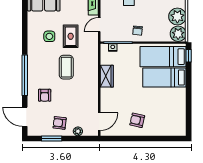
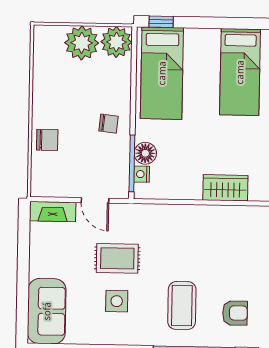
floor lamp: (123, 49) -> (145, 153), added
coffee table: (66, 67) -> (182, 306), moved, turned 90
wardrobe: (107, 76) -> (225, 188), moved
bed: (164, 77) -> (240, 72), moved

